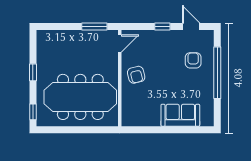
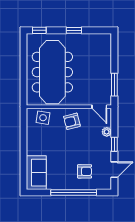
plant: (148, 35) -> (107, 132), added
side table: (132, 108) -> (43, 118), added
sofa: (180, 115) -> (36, 173), moved

